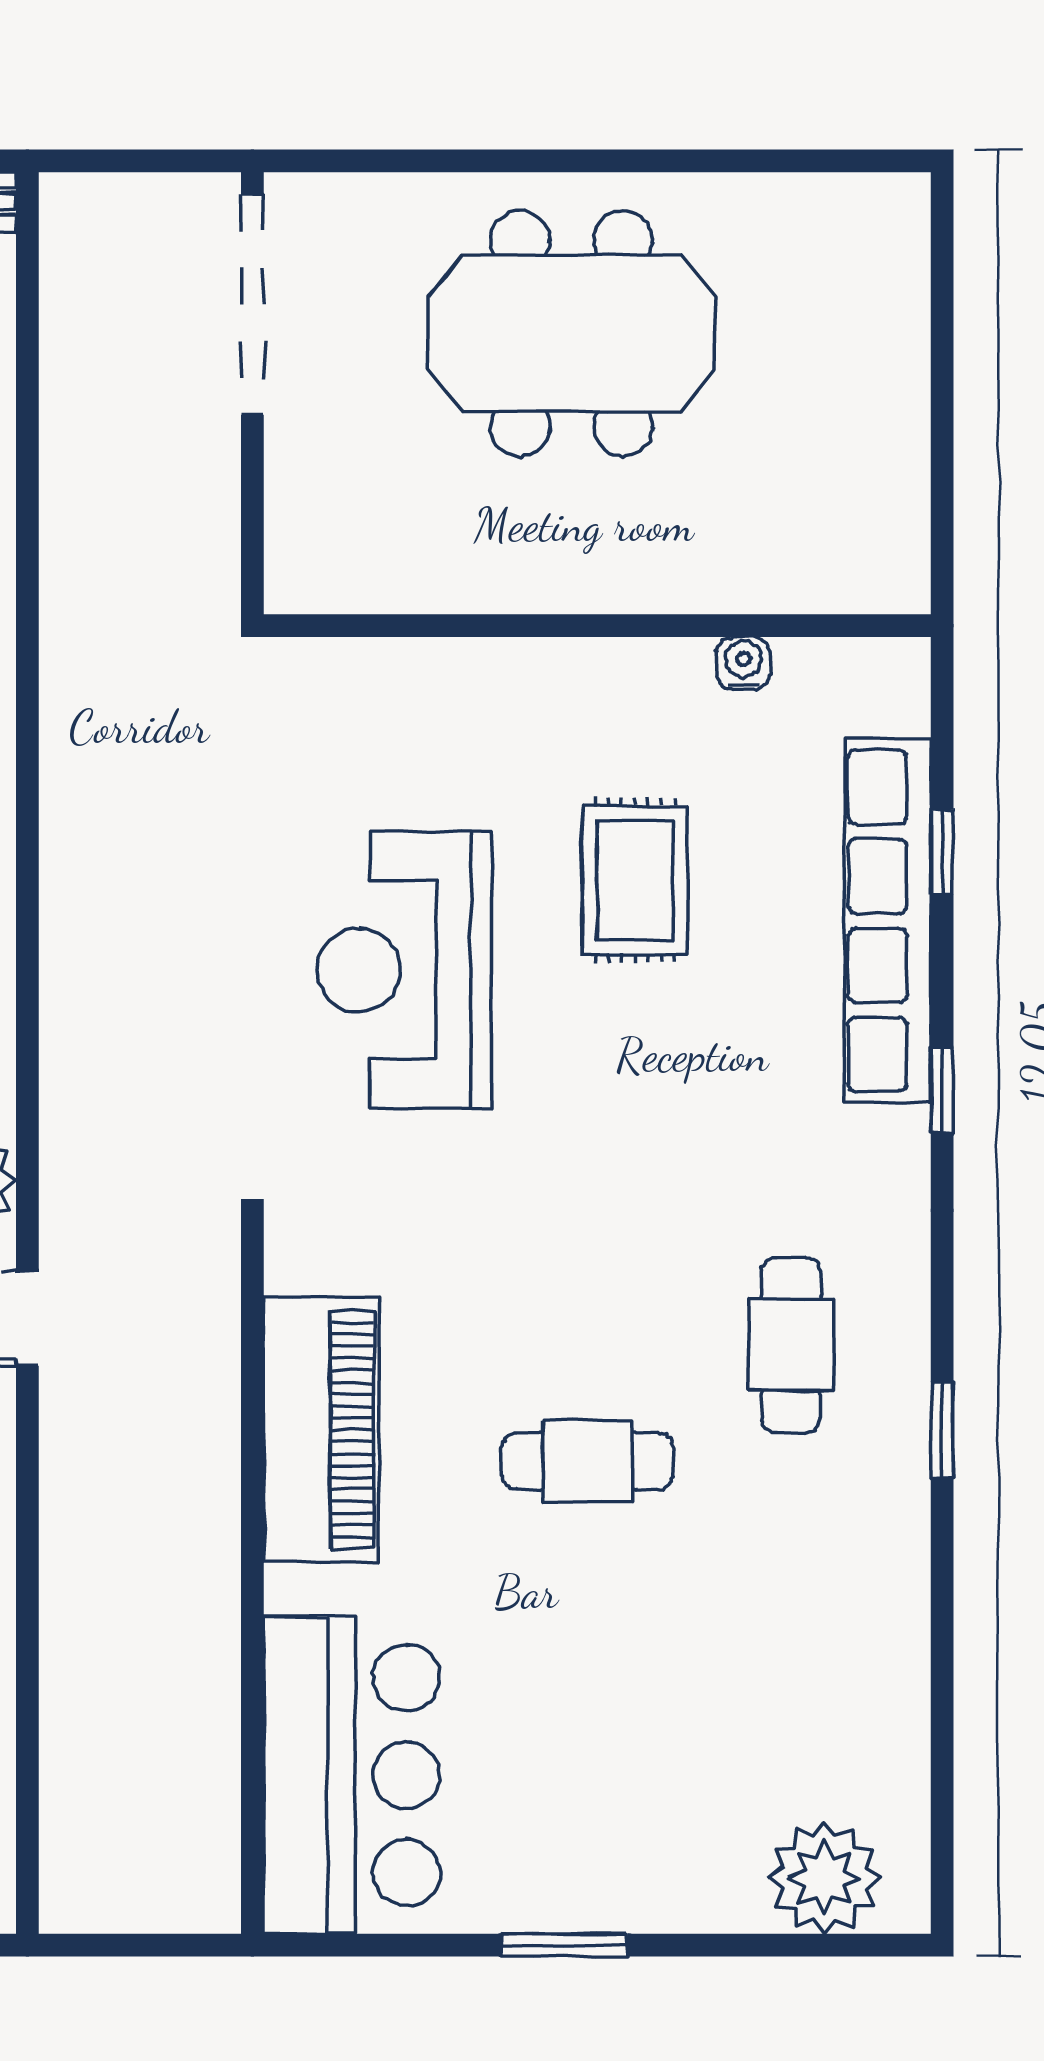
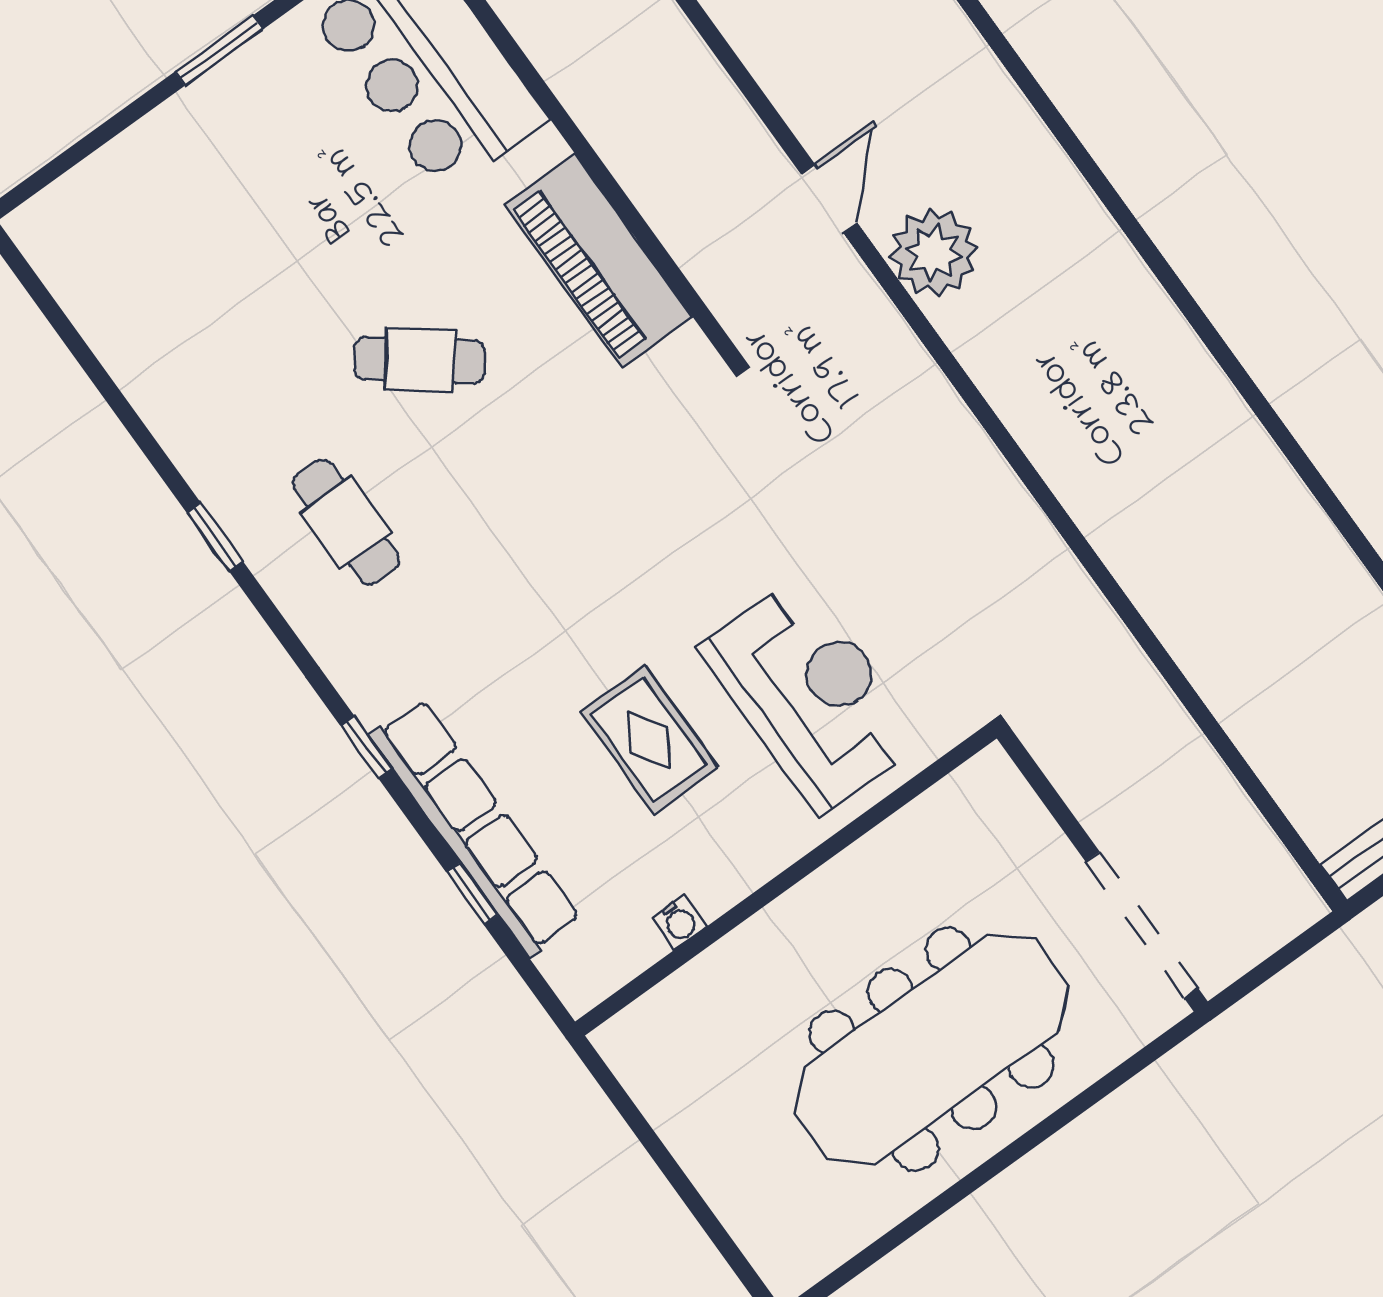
meeting table: (572, 333) -> (932, 1049), width x1.36
reception desk: (404, 970) -> (811, 694), moved
cafe table: (587, 1461) -> (420, 360), turned 38
plant: (824, 1878) -> (88, 208), removed

